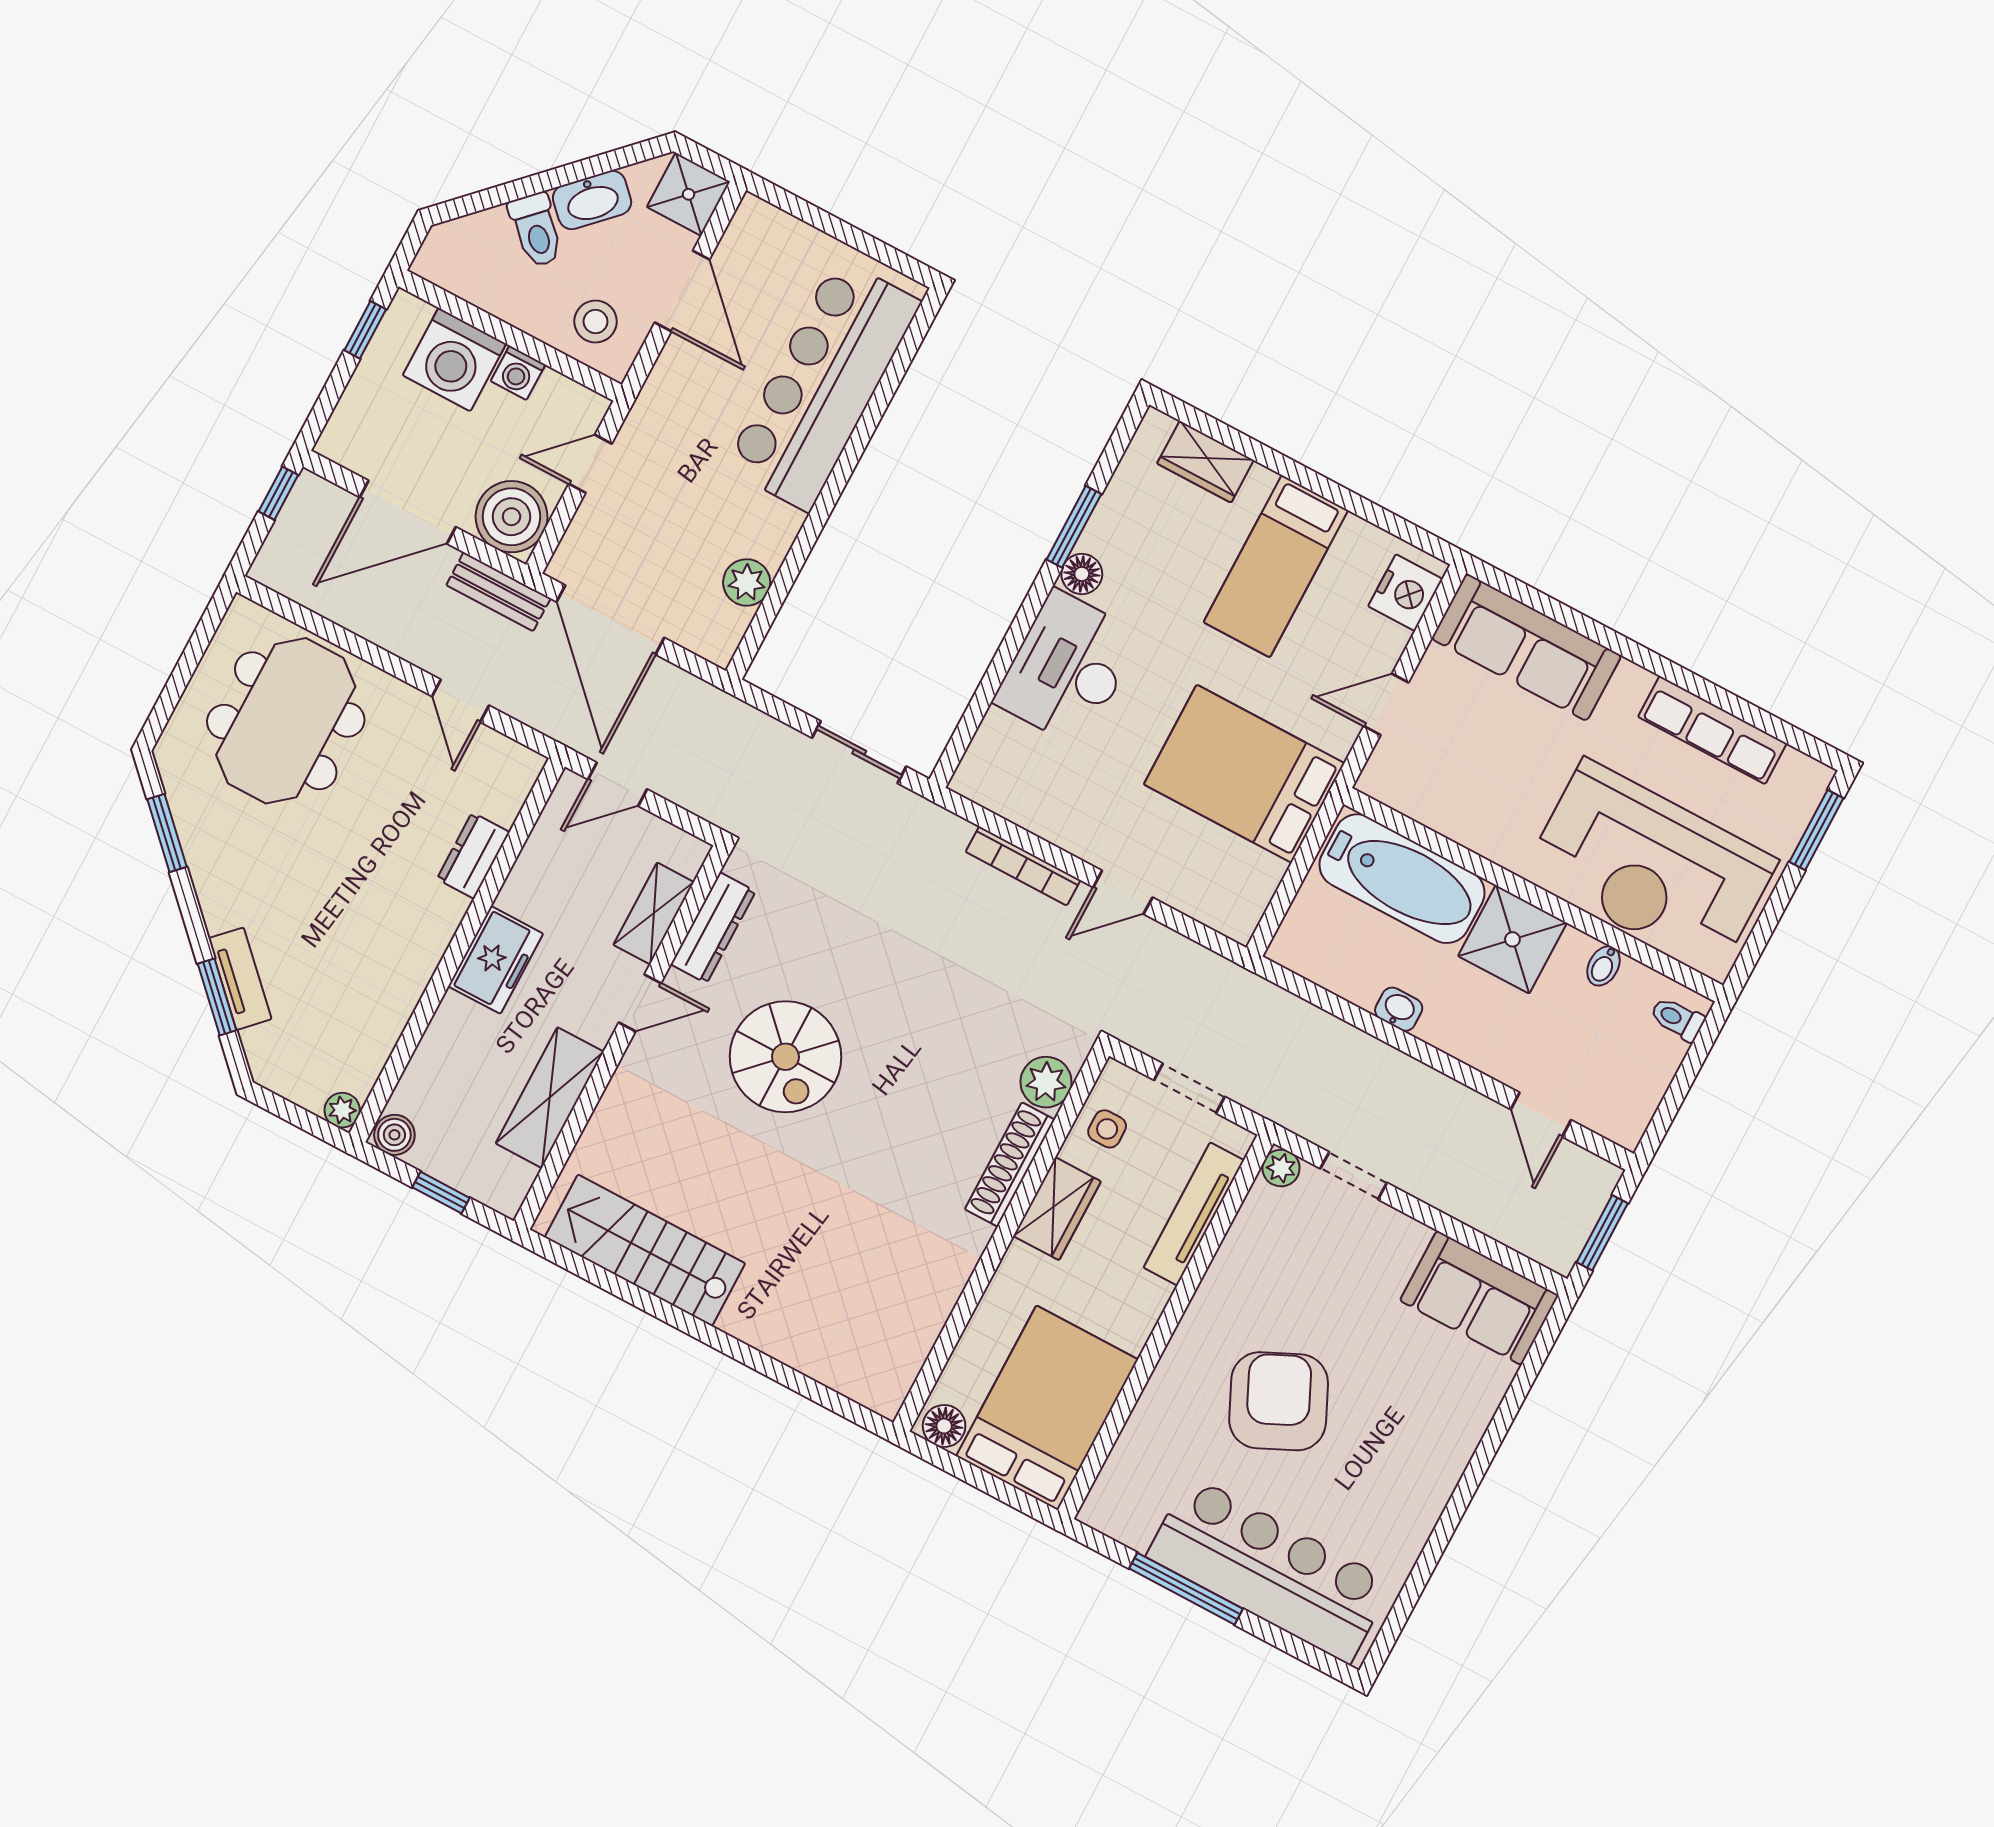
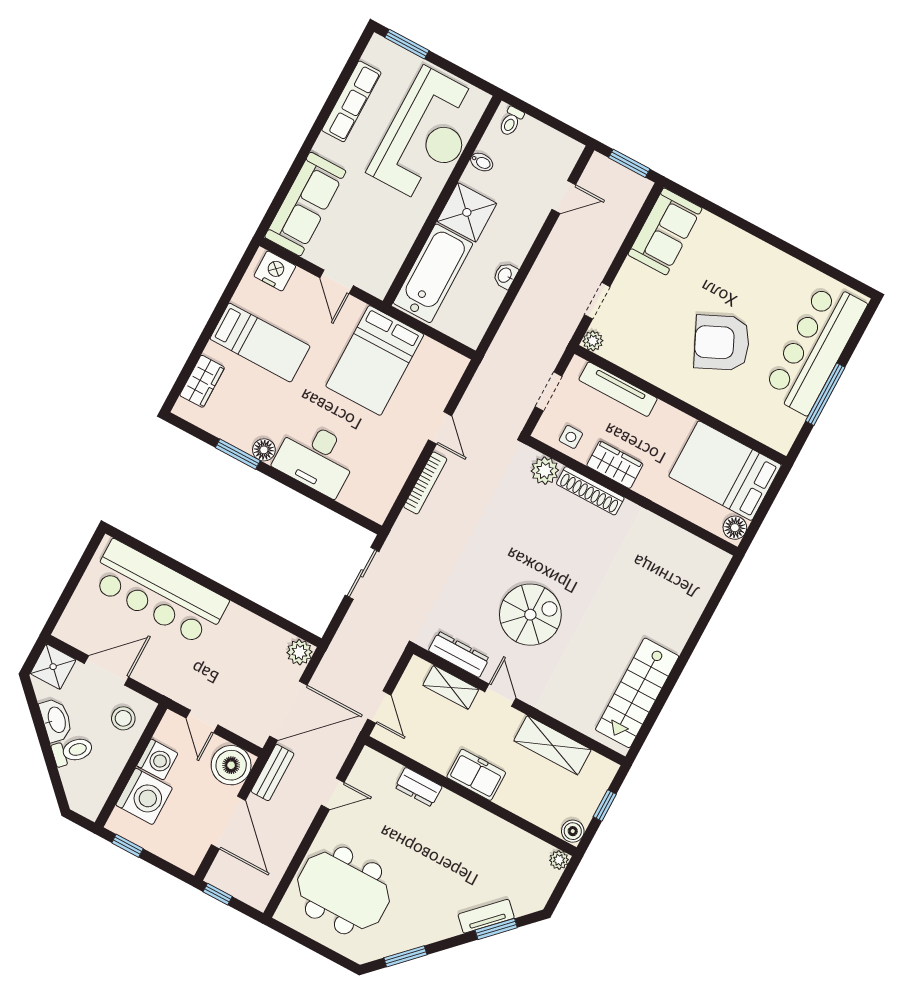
washing machine: (518, 373) -> (157, 760), width x1.38, depth x1.38
plant: (747, 582) -> (299, 652), moved

